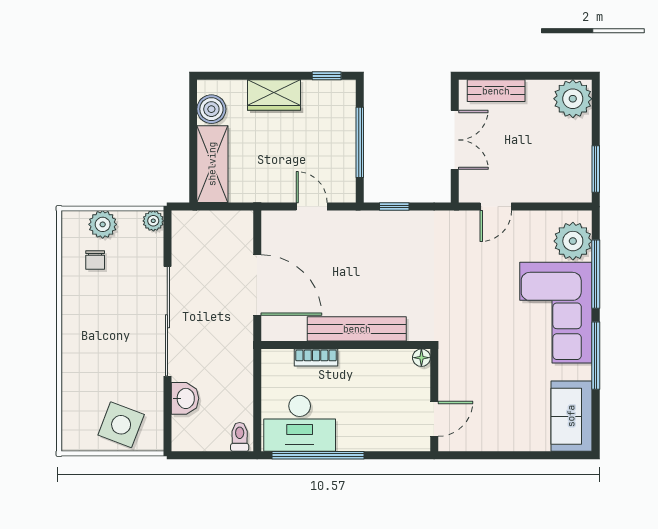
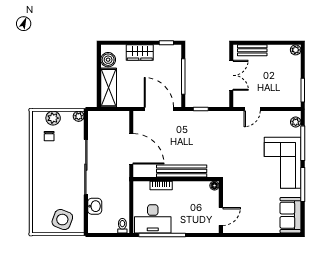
plant: (573, 99) -> (296, 50), width x0.53, depth x0.53
door: (312, 207) -> (159, 109), width x1.88
plant: (573, 241) -> (296, 122), width x0.53, depth x0.53

